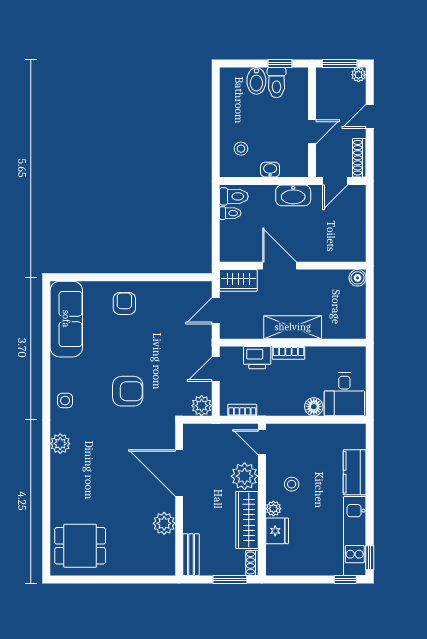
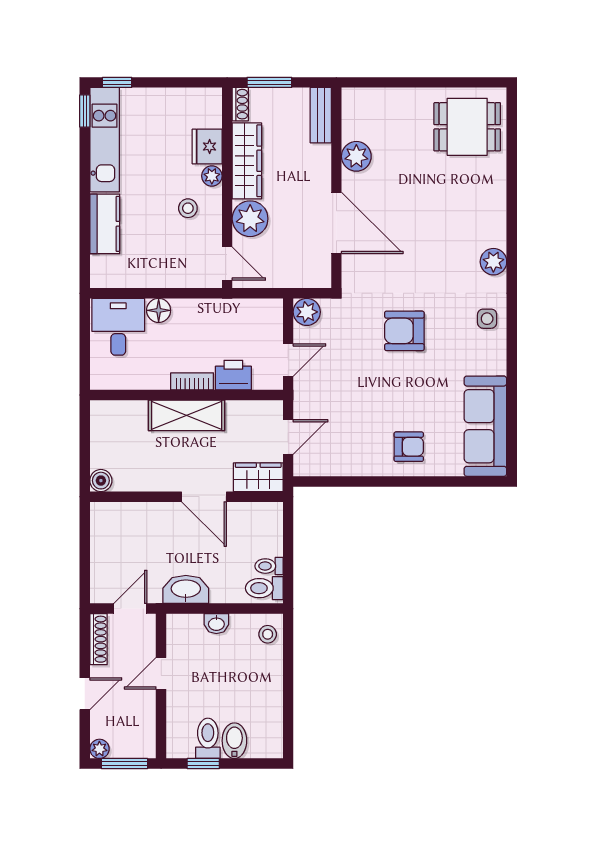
stool: (241, 149) -> (268, 634), moved
armchair: (124, 304) -> (409, 447), turned -90
bookcase: (242, 410) -> (253, 306), removed

